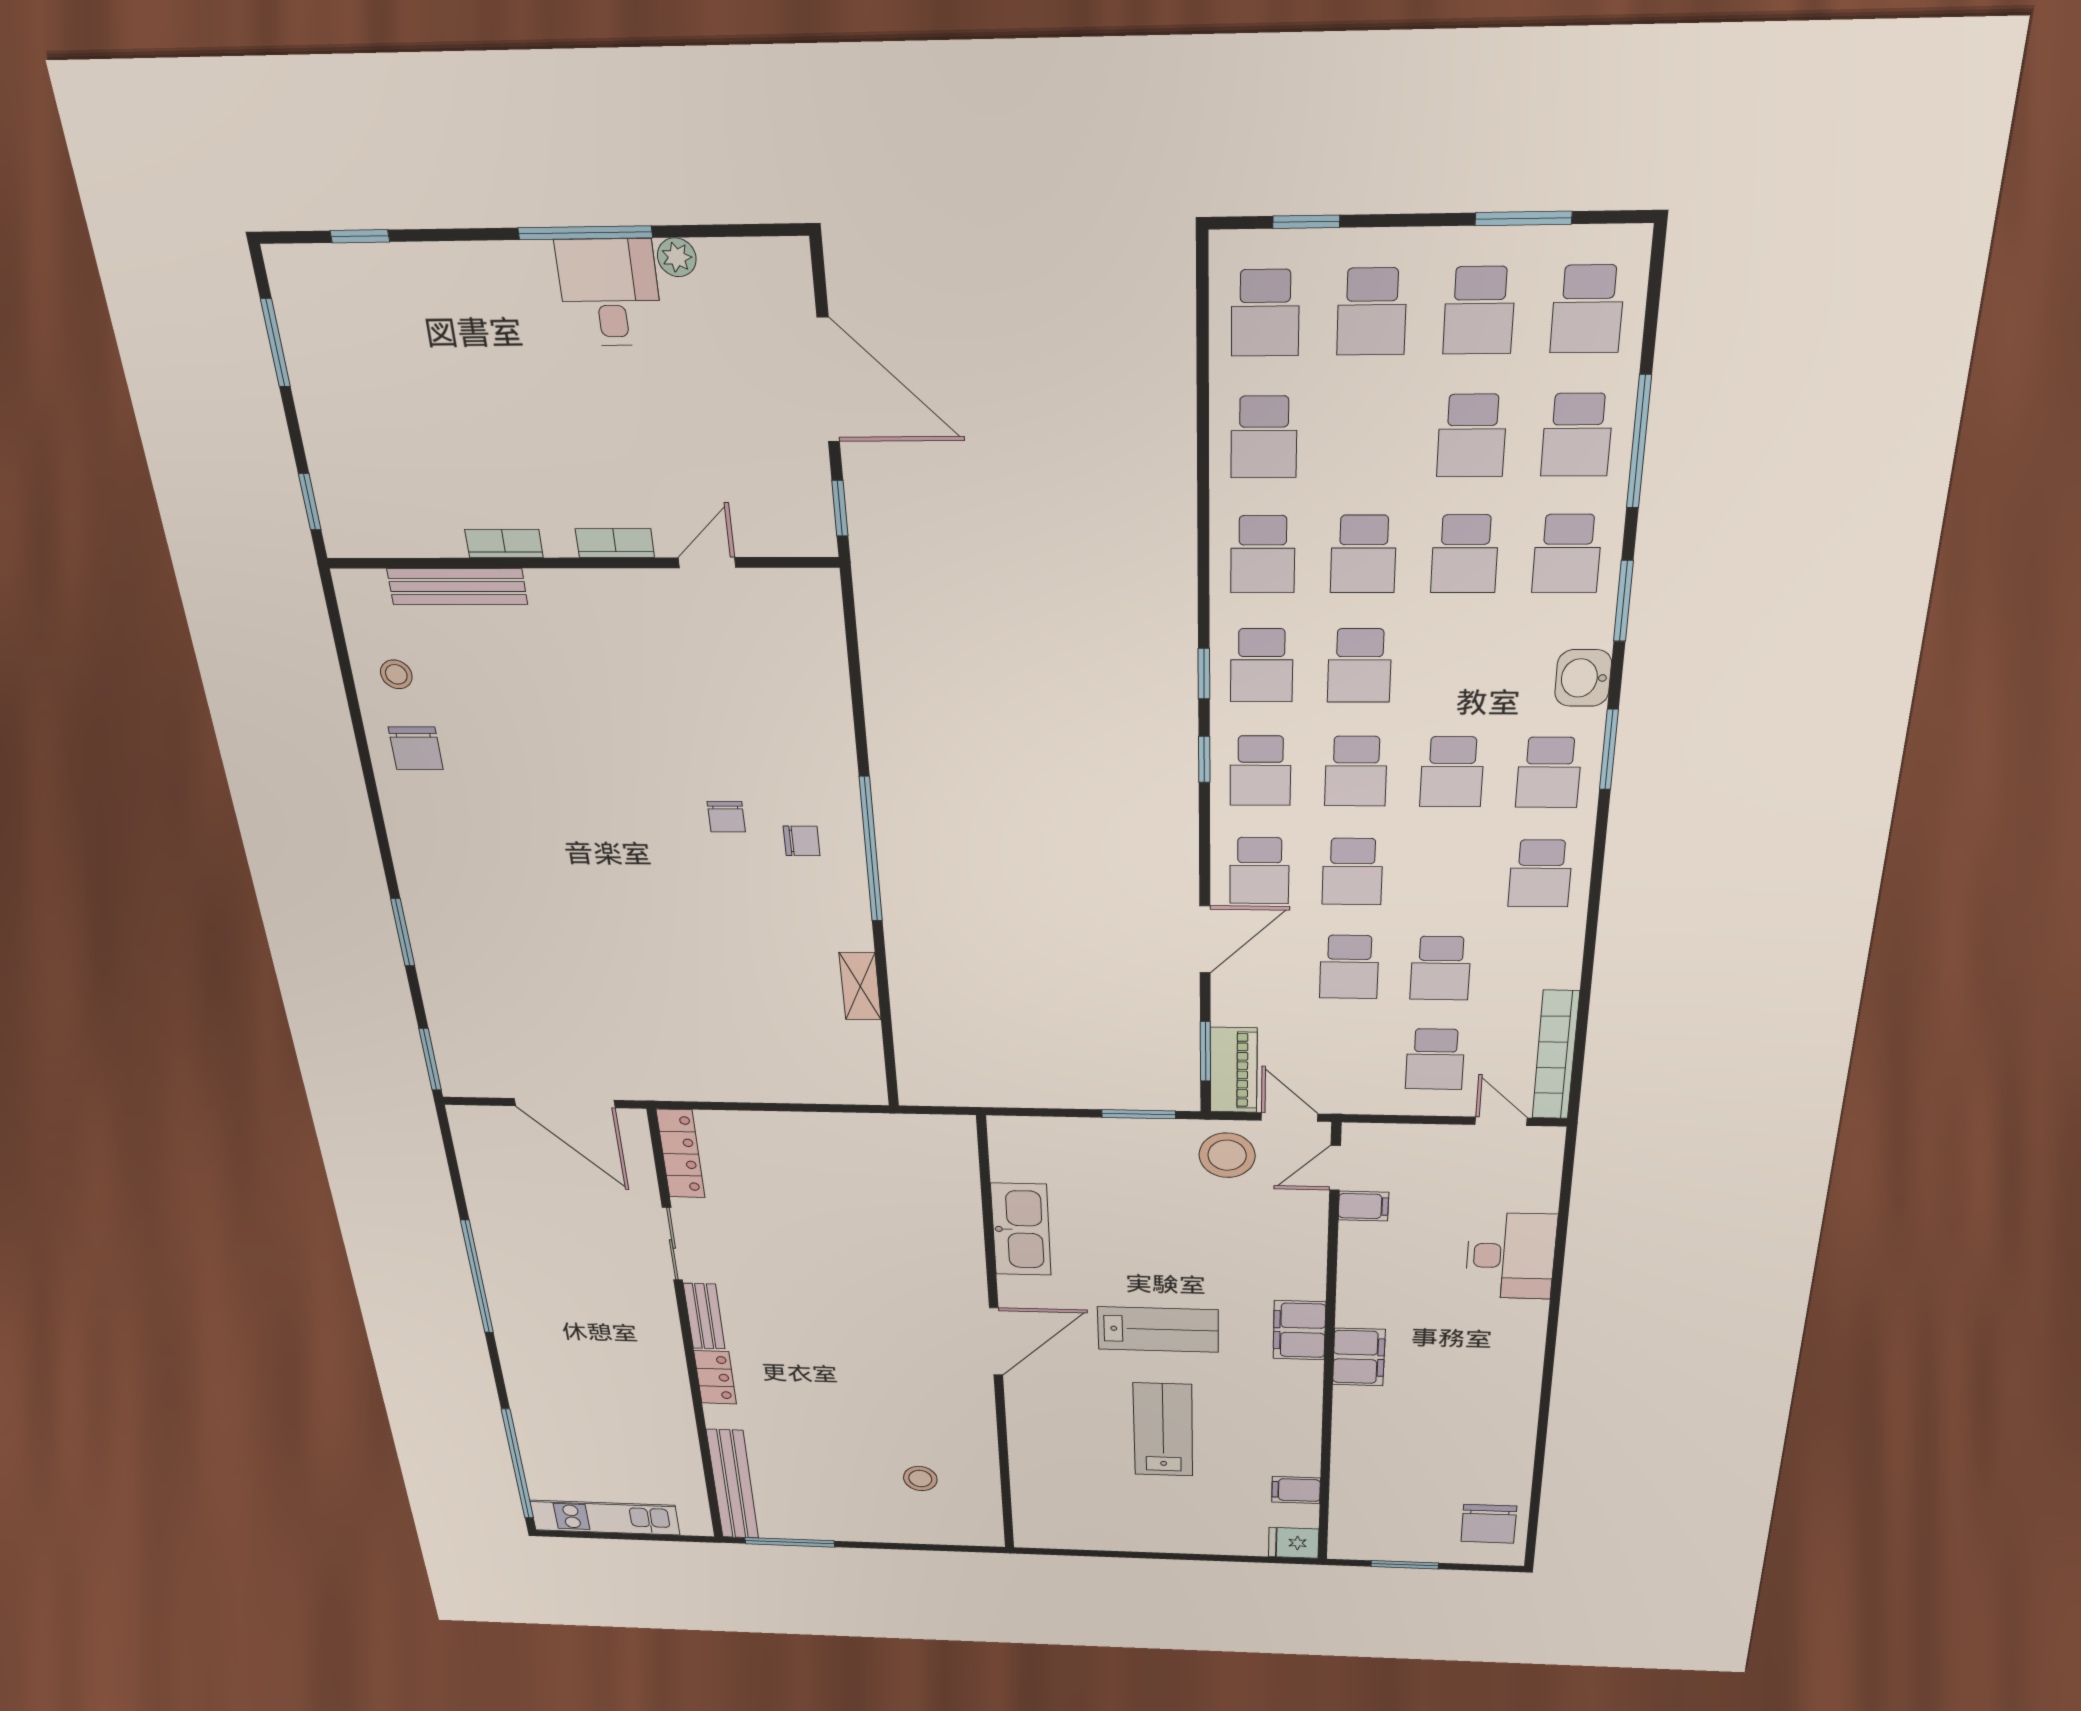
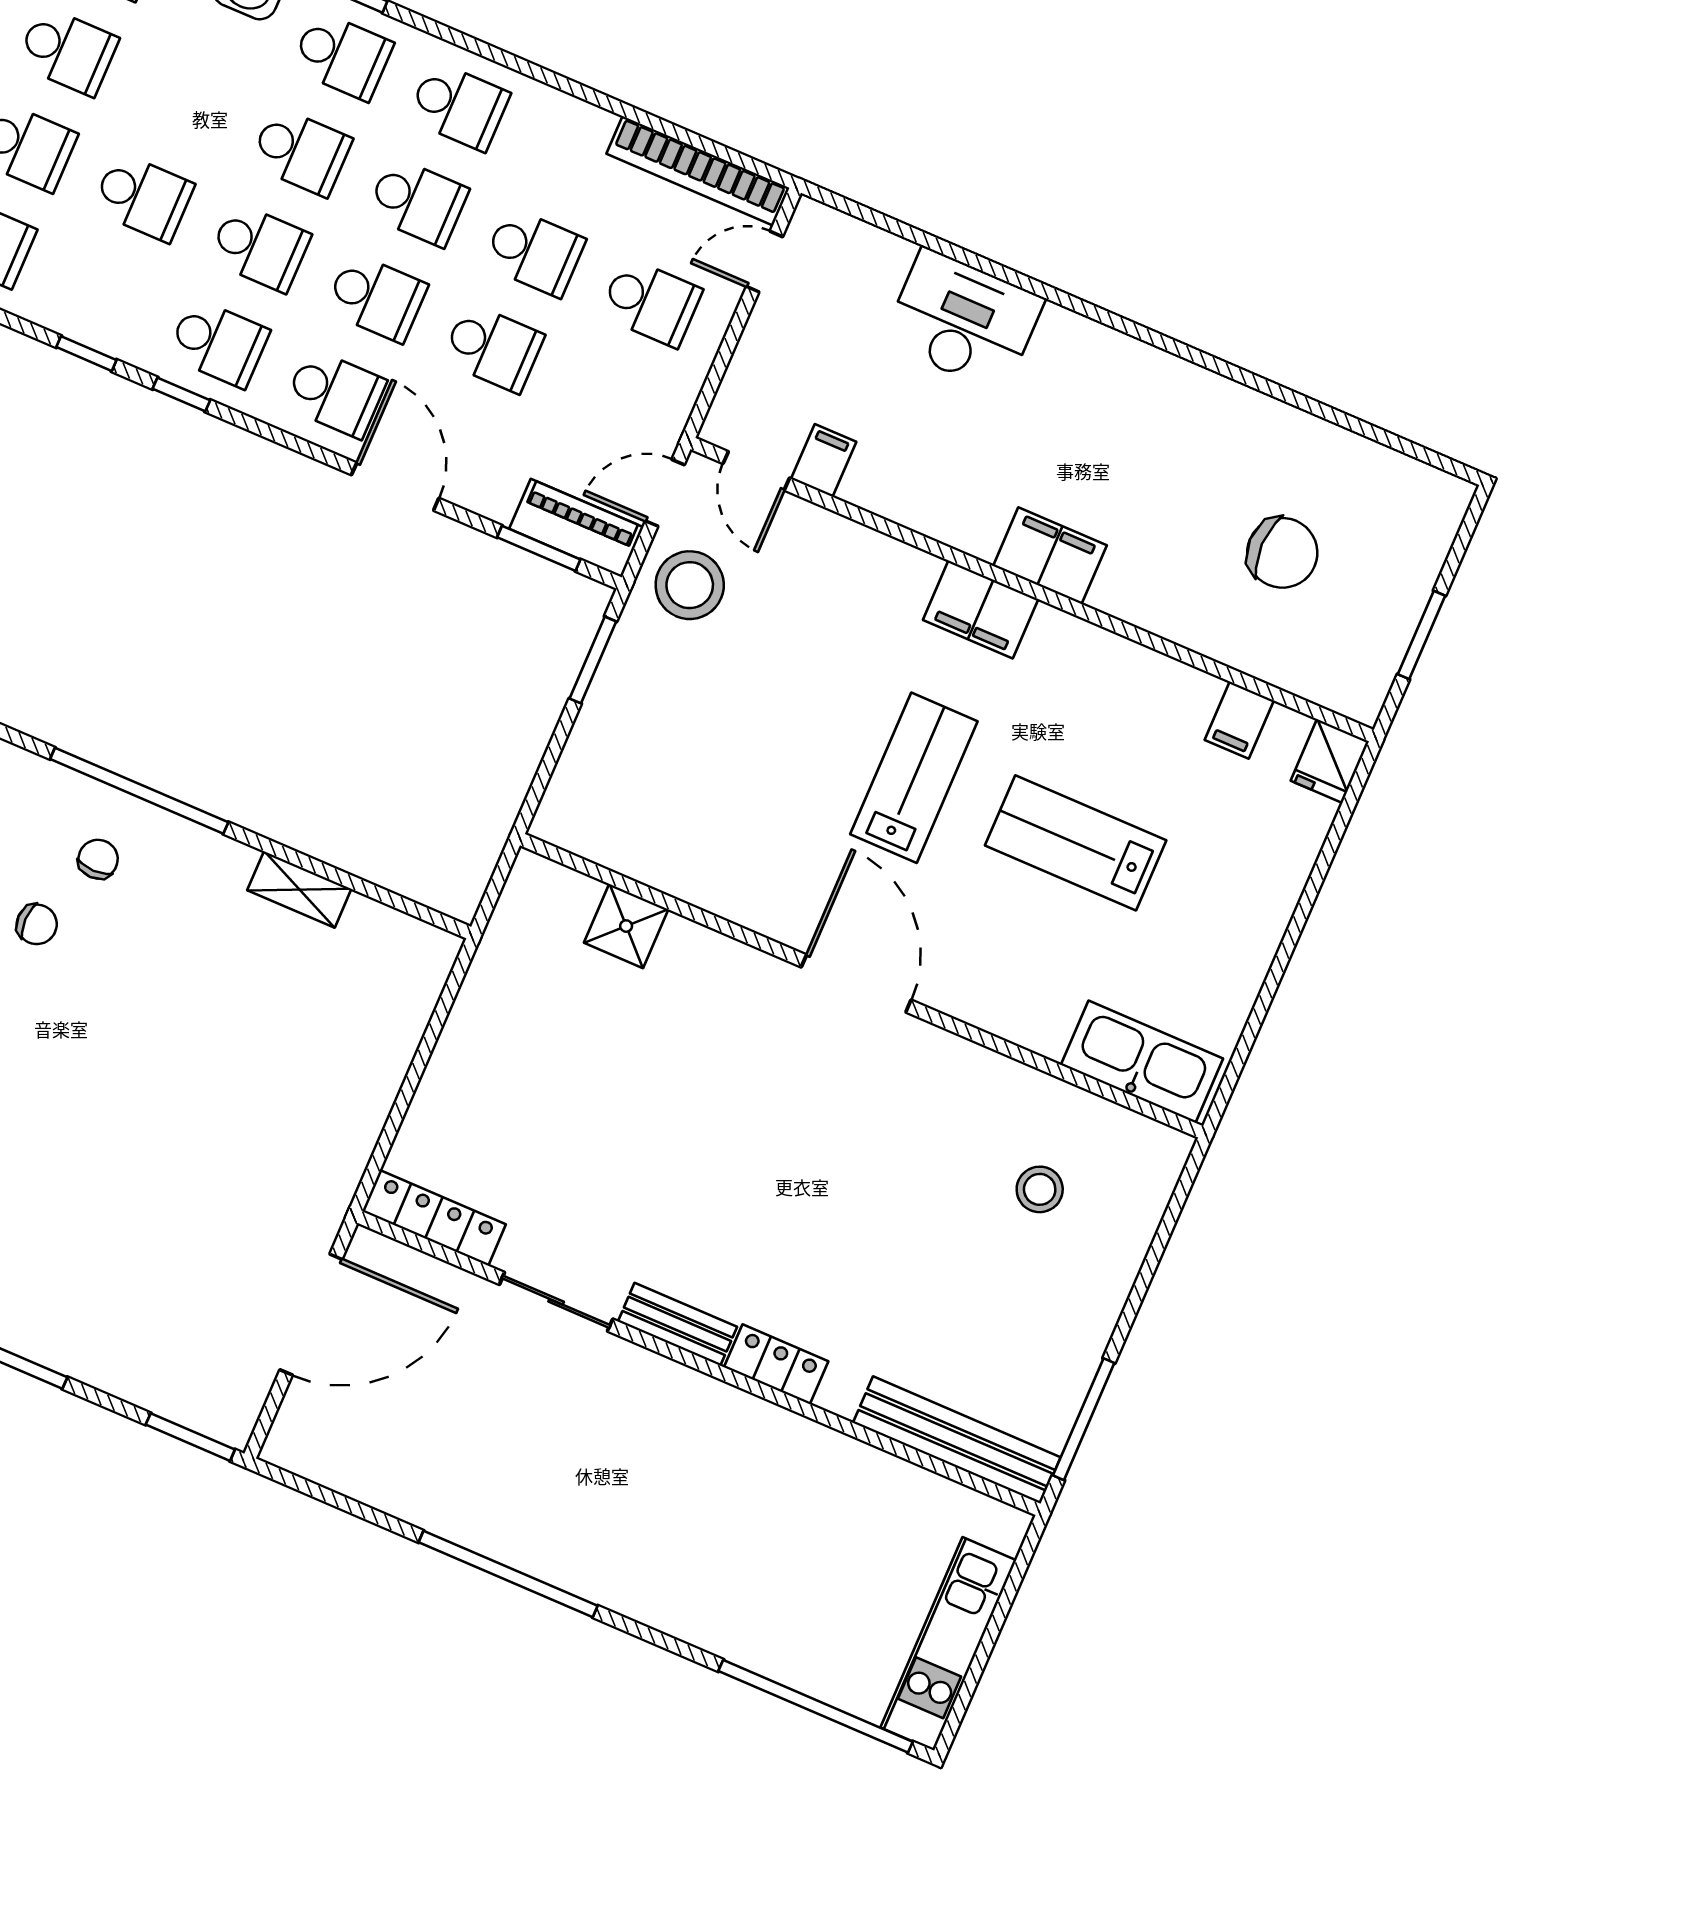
school desk: (1262, 665) -> (418, 202), moved
shower: (956, 1199) -> (626, 926), added
kitchen sink: (1021, 1229) -> (1142, 1062), moved
chair: (1489, 1524) -> (1282, 553), moved

